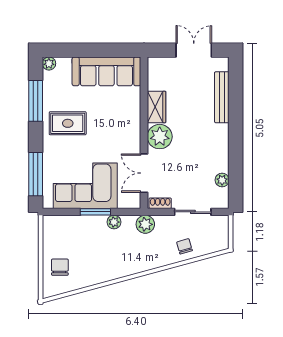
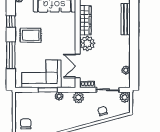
window: (36, 101) -> (11, 21), width x0.46
wardrobe: (157, 107) -> (85, 20), width x1.50
window: (36, 174) -> (11, 55), moved
plant: (220, 224) -> (125, 97), added

